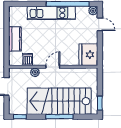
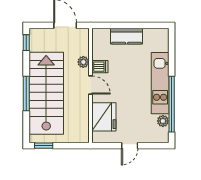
plant: (93, 11) -> (163, 121), moved
door: (100, 24) -> (130, 146), moved
fridge: (88, 55) -> (104, 117), moved, turned 90
dishwasher: (28, 59) -> (100, 67), moved

